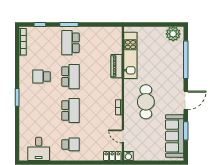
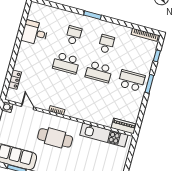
piano: (117, 66) -> (124, 126), moved
door: (123, 136) -> (28, 107), hinge flipped
school desk: (71, 144) -> (74, 35), moved, turned 180
desk: (39, 149) -> (35, 33), moved
locker: (112, 156) -> (15, 80), moved

